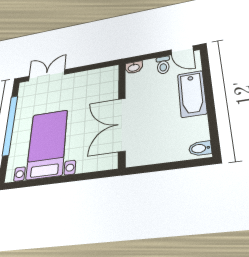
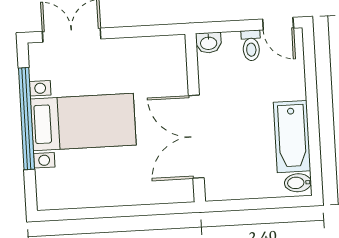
bathtub: (192, 94) -> (292, 137), moved
bed with nightstands: (47, 144) -> (83, 122), moved, turned 90

